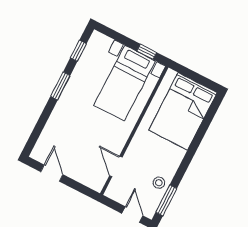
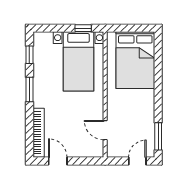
bookcase: (47, 135) -> (39, 133), added
stool: (159, 183) -> (145, 126), removed
door: (132, 215) -> (137, 161), hinge flipped

